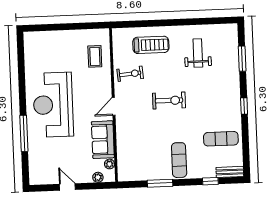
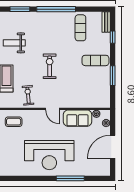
window: (244, 106) -> (56, 9), width x3.17
door: (67, 187) -> (113, 147), width x1.88

